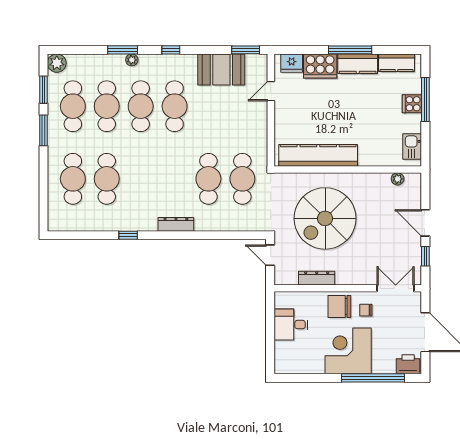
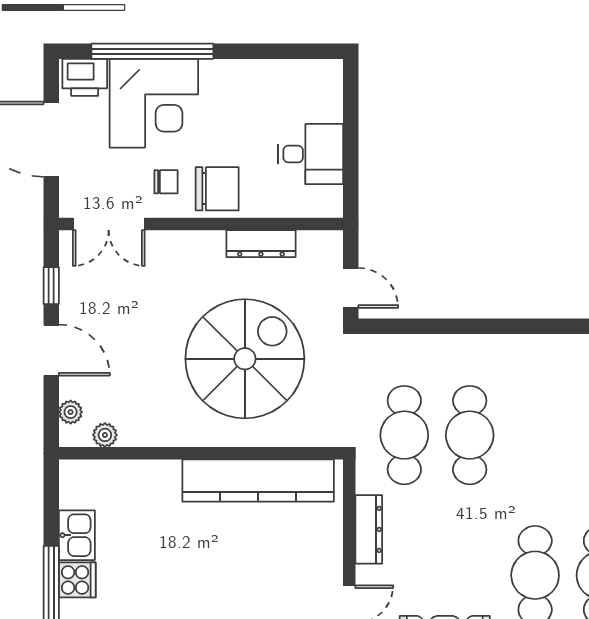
kitchen sink: (412, 147) -> (77, 535), moved
plant: (415, 191) -> (71, 412), added
dresser: (176, 224) -> (369, 529), moved, turned -90
corner desk: (348, 351) -> (154, 103), moved

